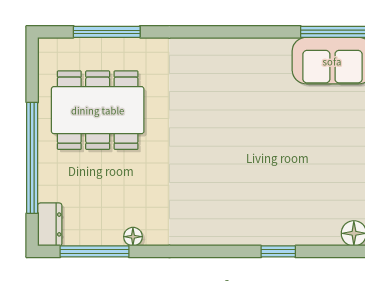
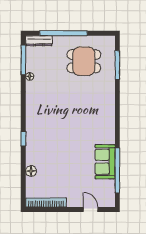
dining table: (98, 110) -> (84, 61), width x0.73
dresser: (50, 224) -> (39, 41), width x1.44

